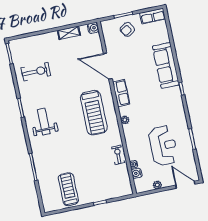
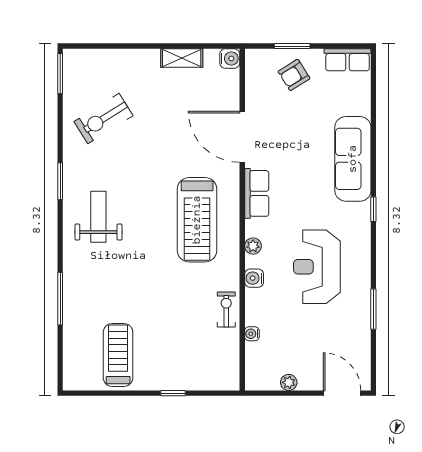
exercise bike: (36, 72) -> (103, 119), turned 148
reception desk: (163, 146) -> (317, 267), moved, turned 180
water cooler: (137, 173) -> (254, 278), moved

